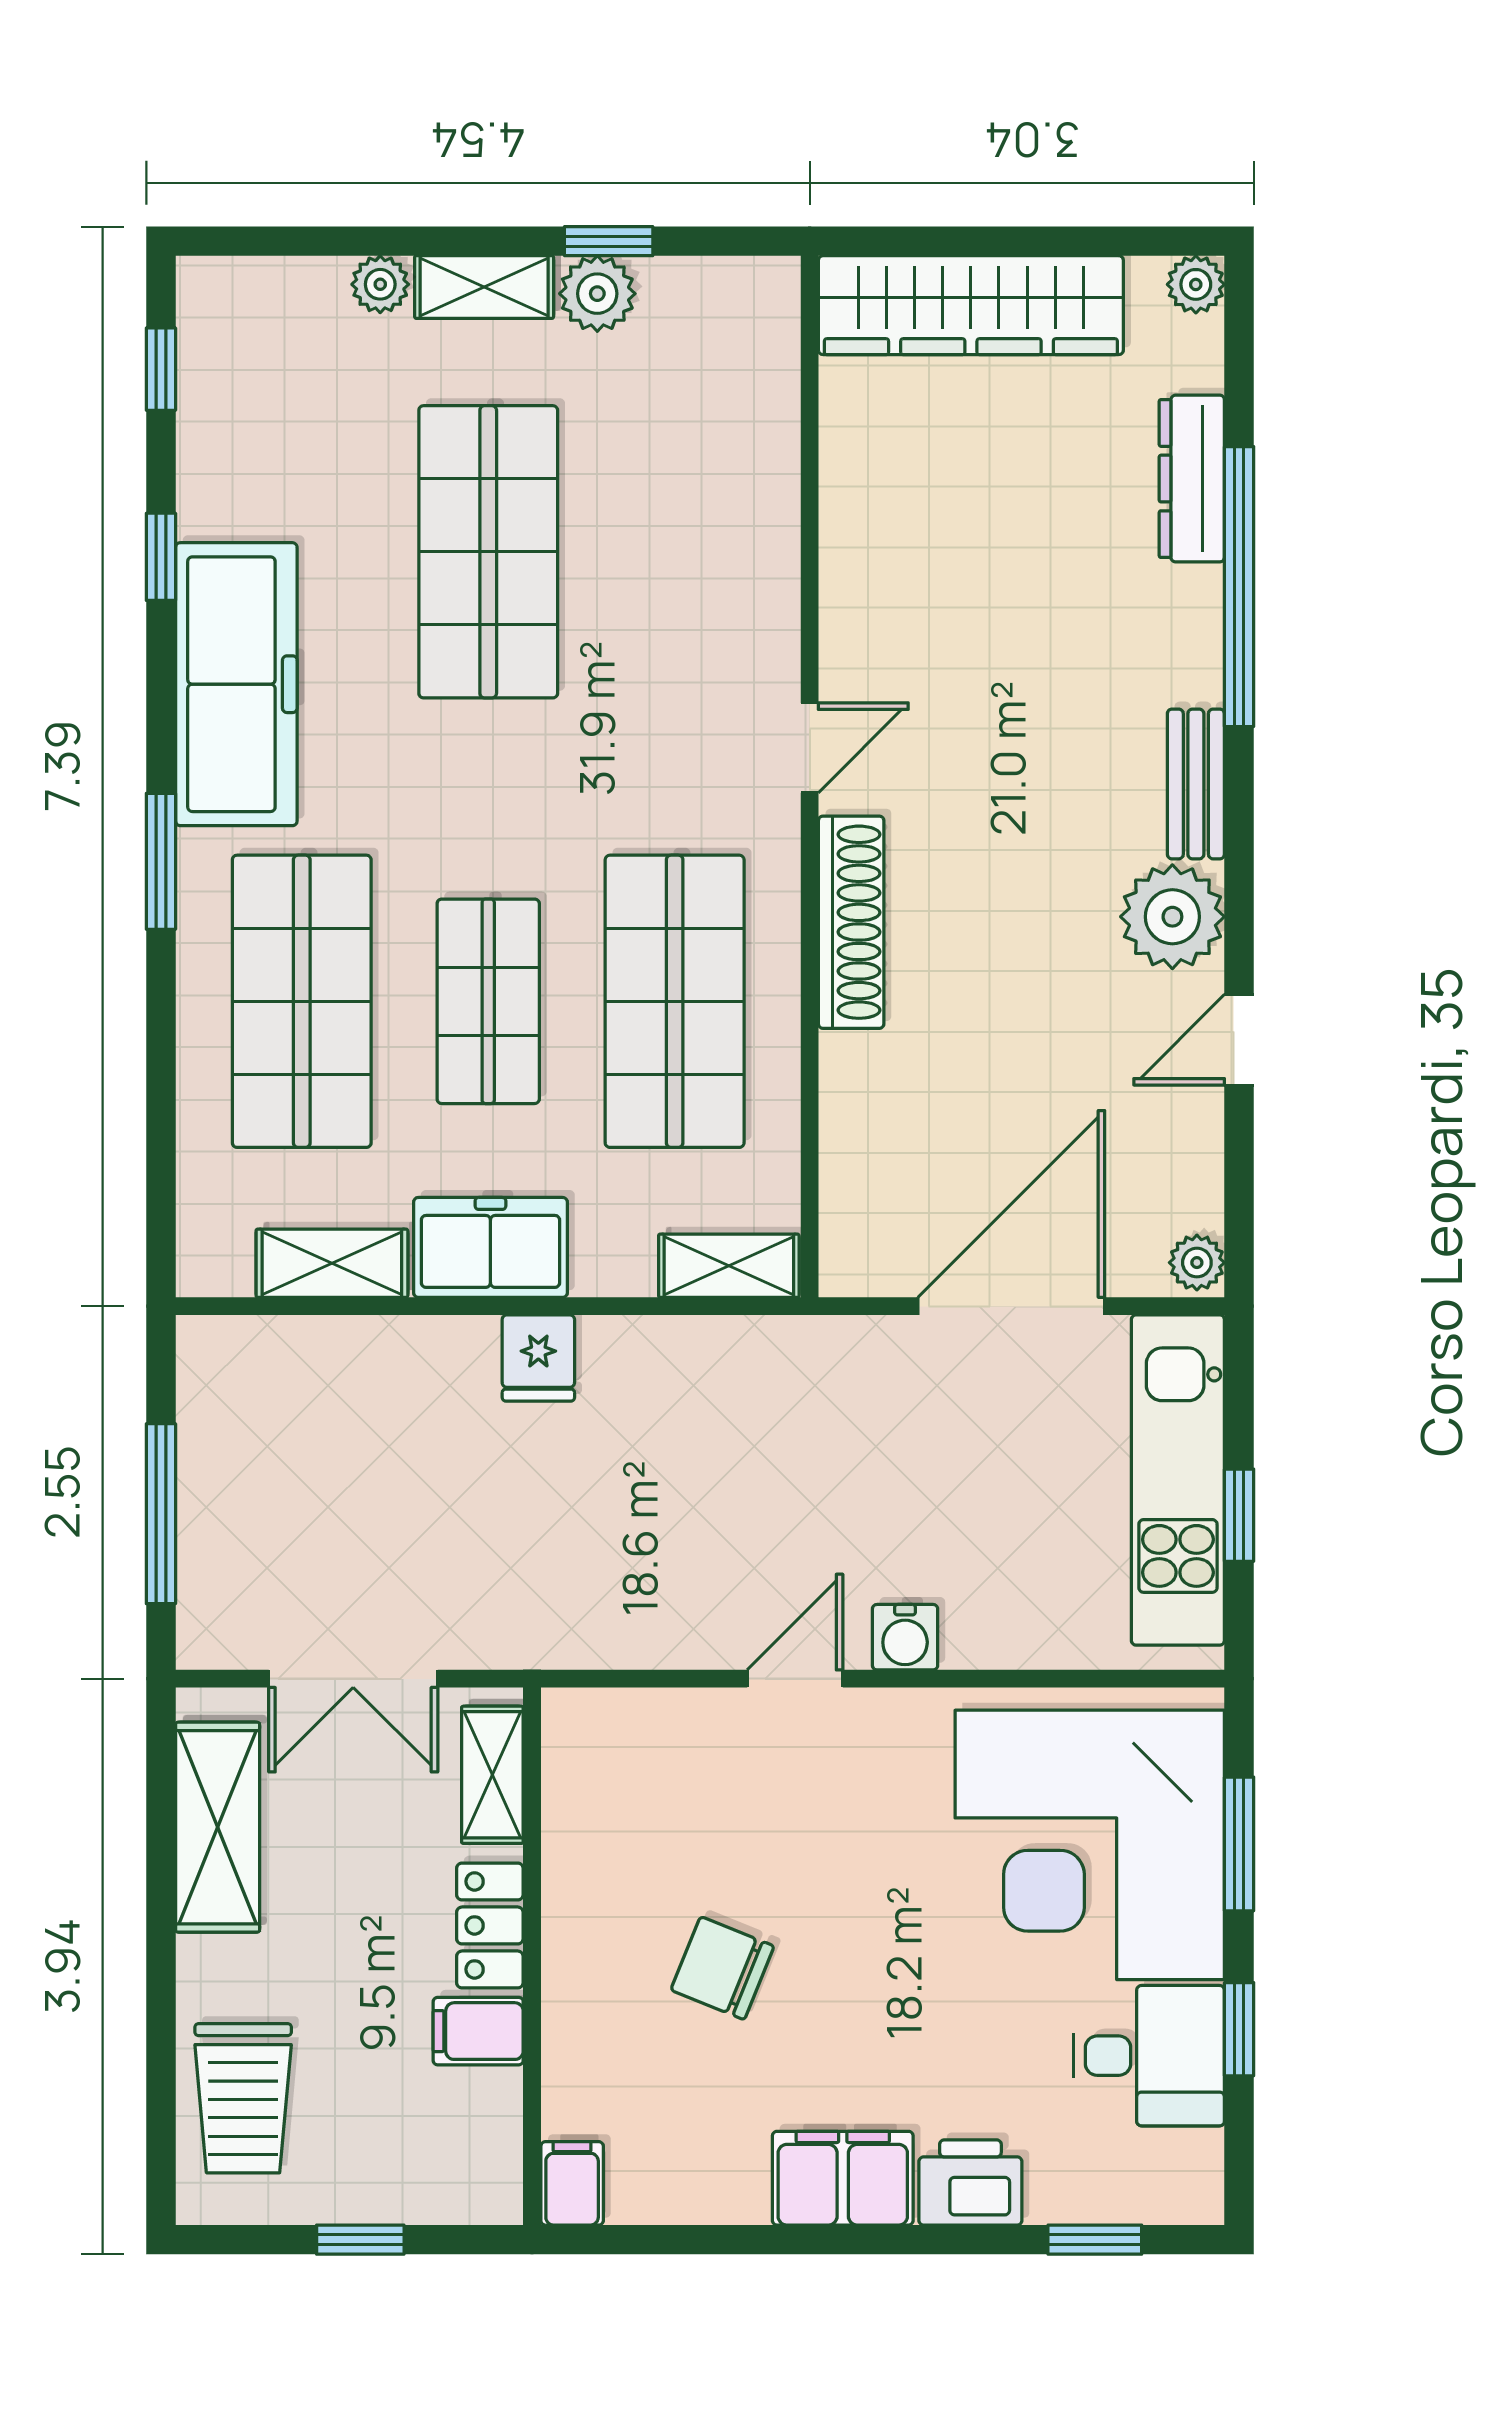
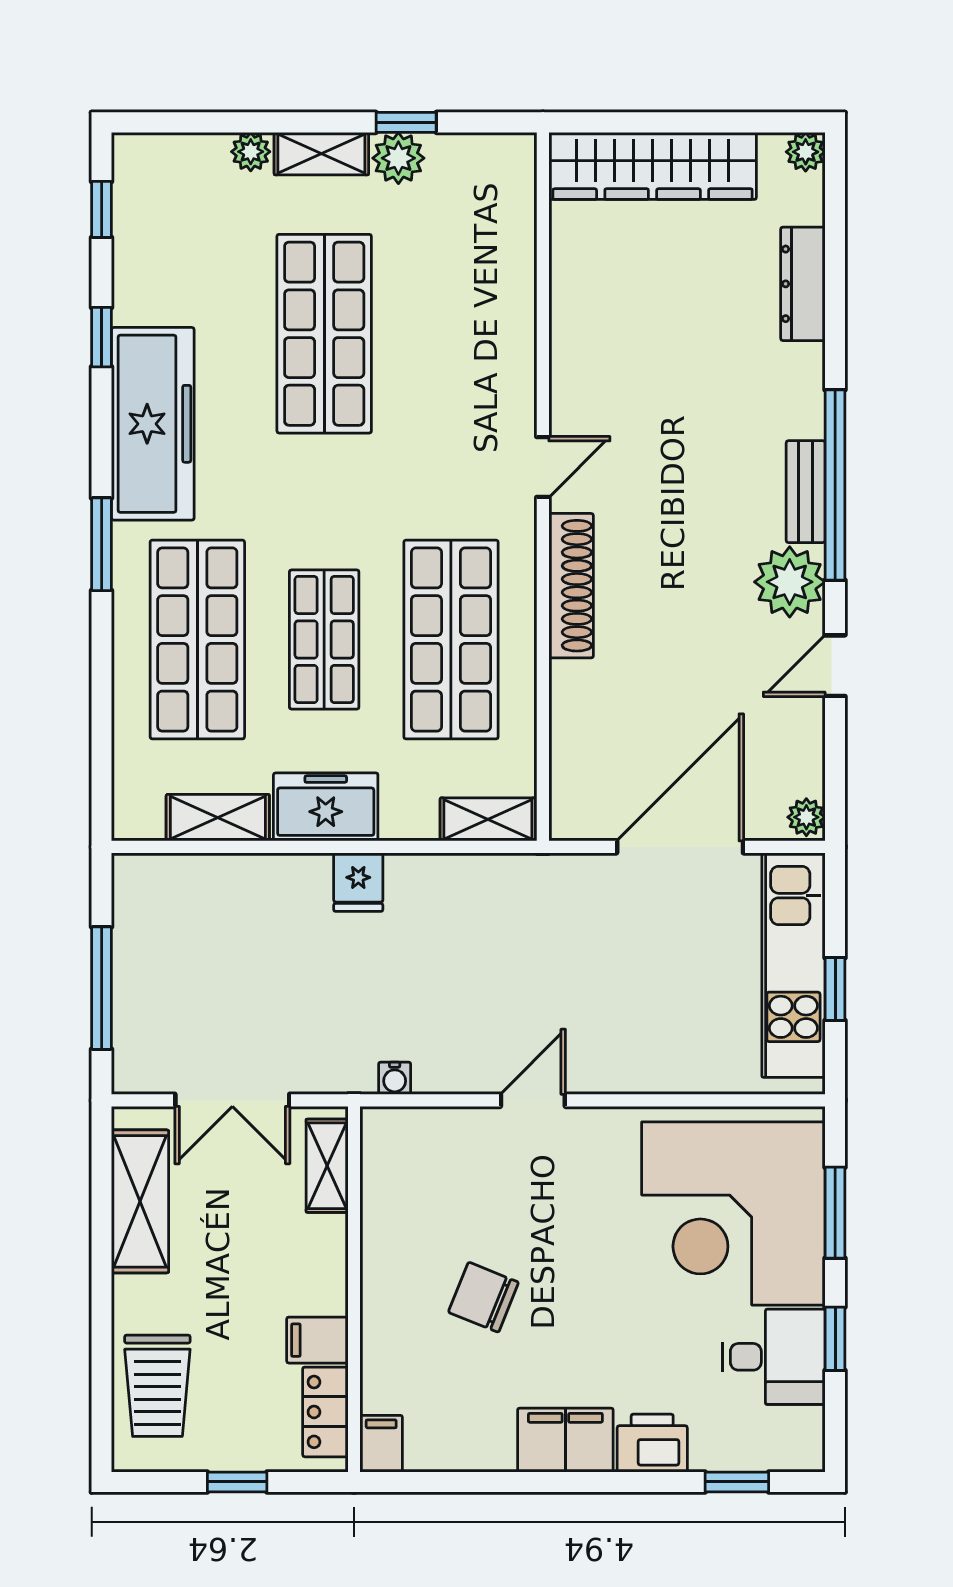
window: (1239, 587) -> (835, 485), moved
water cooler: (905, 1637) -> (395, 1078), moved, width x0.72, depth x0.72
locker: (490, 1925) -> (325, 1412), moved

